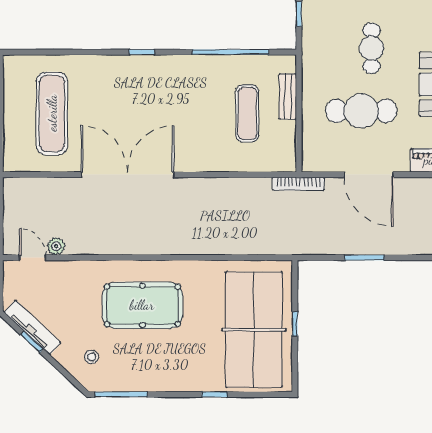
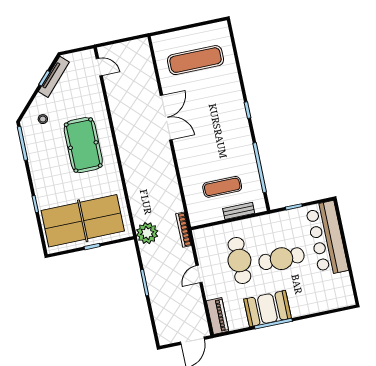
cafe table: (372, 48) -> (281, 259), width x1.37, depth x1.35
double door: (128, 175) -> (166, 118), width x0.73
door: (369, 175) -> (199, 274), width x0.53
plant: (56, 246) -> (147, 233), moved, width x1.88, depth x1.88
door: (32, 258) -> (99, 67), hinge flipped

